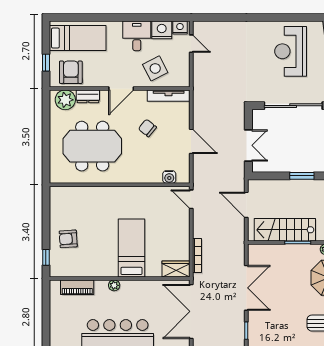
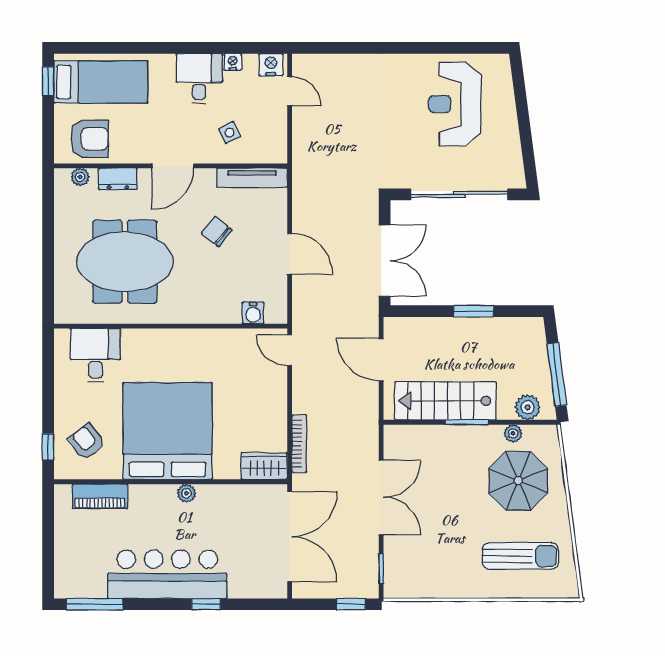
nightstand: (162, 30) -> (233, 62), width x0.53, depth x0.56
window: (46, 63) -> (48, 81), moved
side table: (155, 68) -> (230, 133), width x0.54, depth x0.54
armchair: (71, 72) -> (89, 139), turned 90
plant: (65, 100) -> (80, 177), width x0.53, depth x0.53
double door: (248, 145) -> (385, 261), width x1.37
desk: (74, 202) -> (95, 355), added
armchair: (68, 239) -> (87, 442), moved, turned 56
bed: (131, 248) -> (168, 431), width x2.04
plant: (114, 285) -> (187, 493), moved
double door: (191, 311) -> (290, 537), swing flipped

